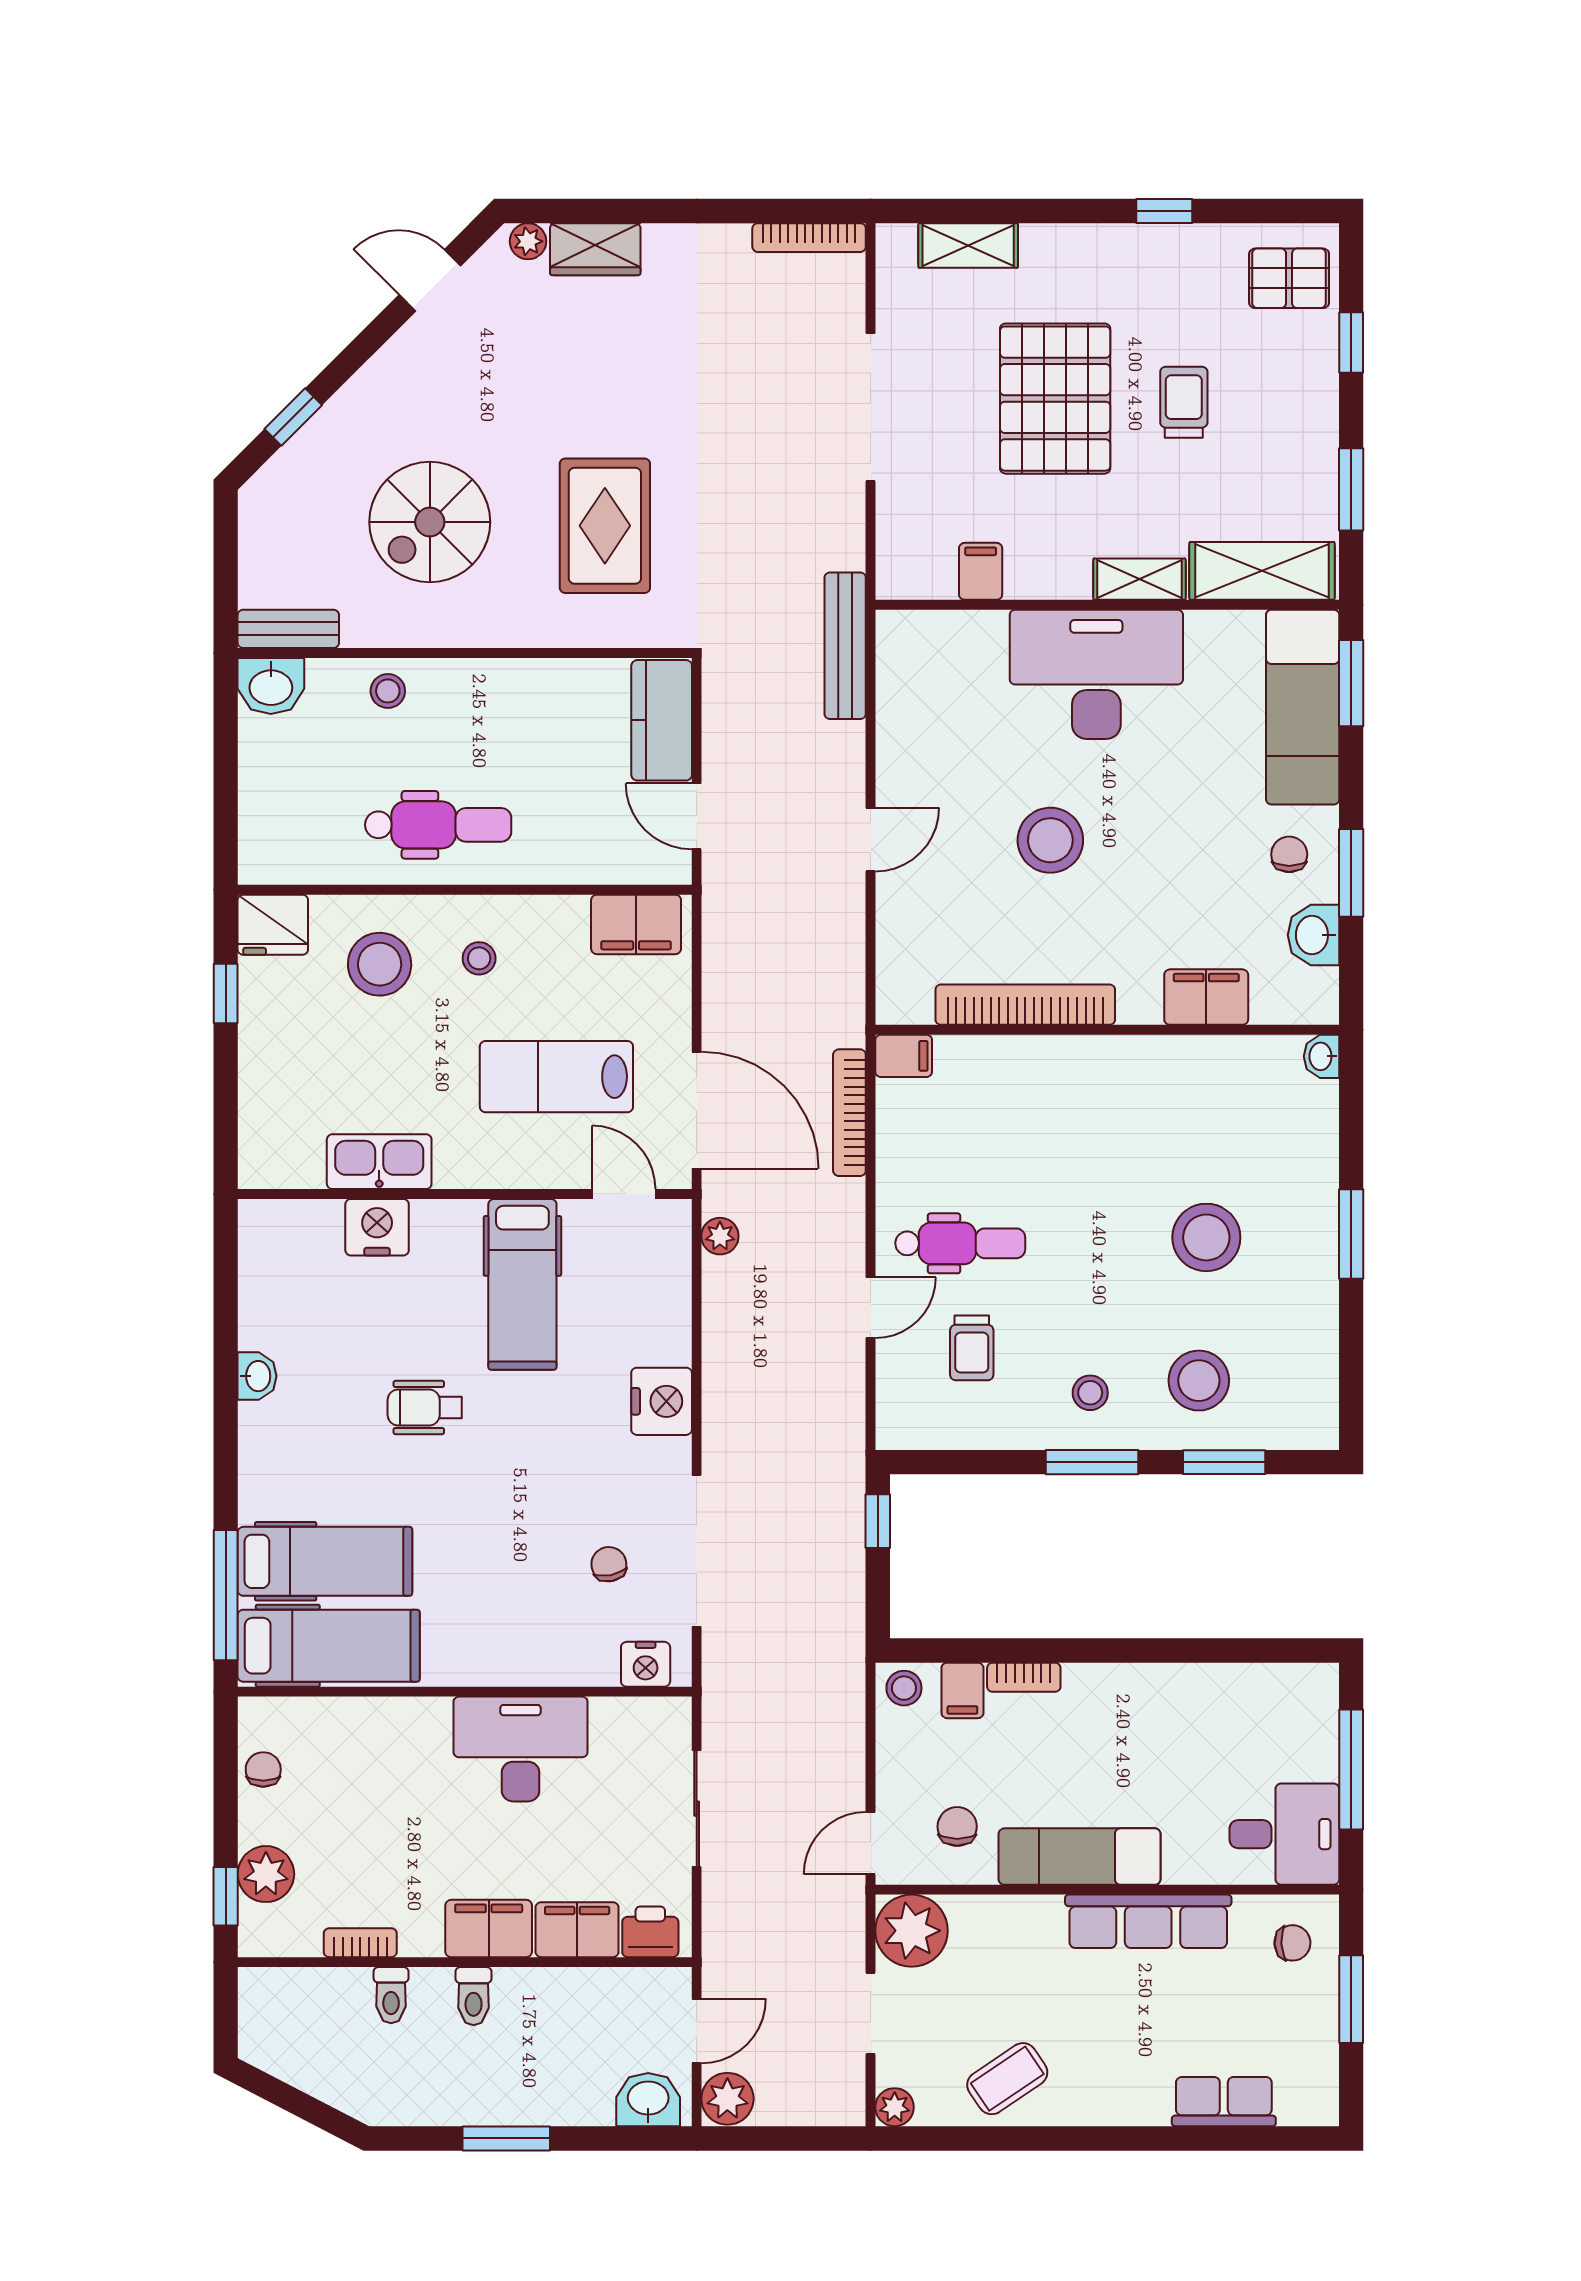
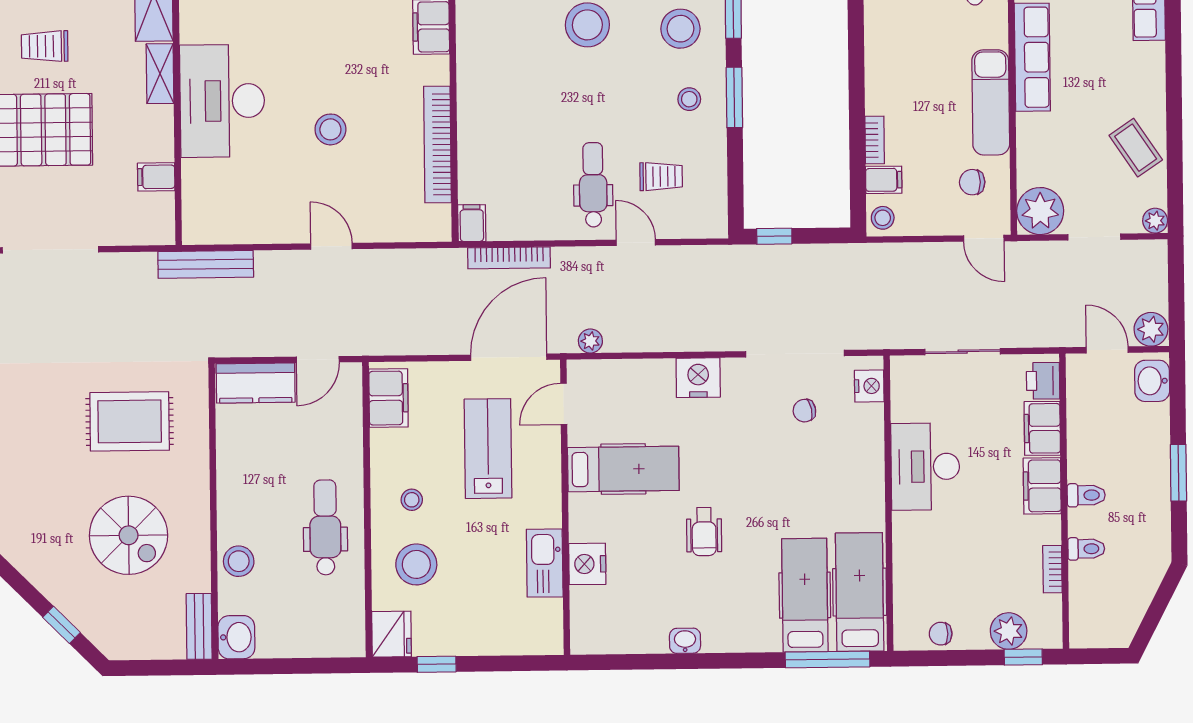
stool: (388, 691) -> (239, 561), width x1.37, depth x1.37
stool: (1050, 840) -> (330, 129), width x0.73, depth x0.73
lab bench: (556, 1077) -> (488, 449), turned 180

